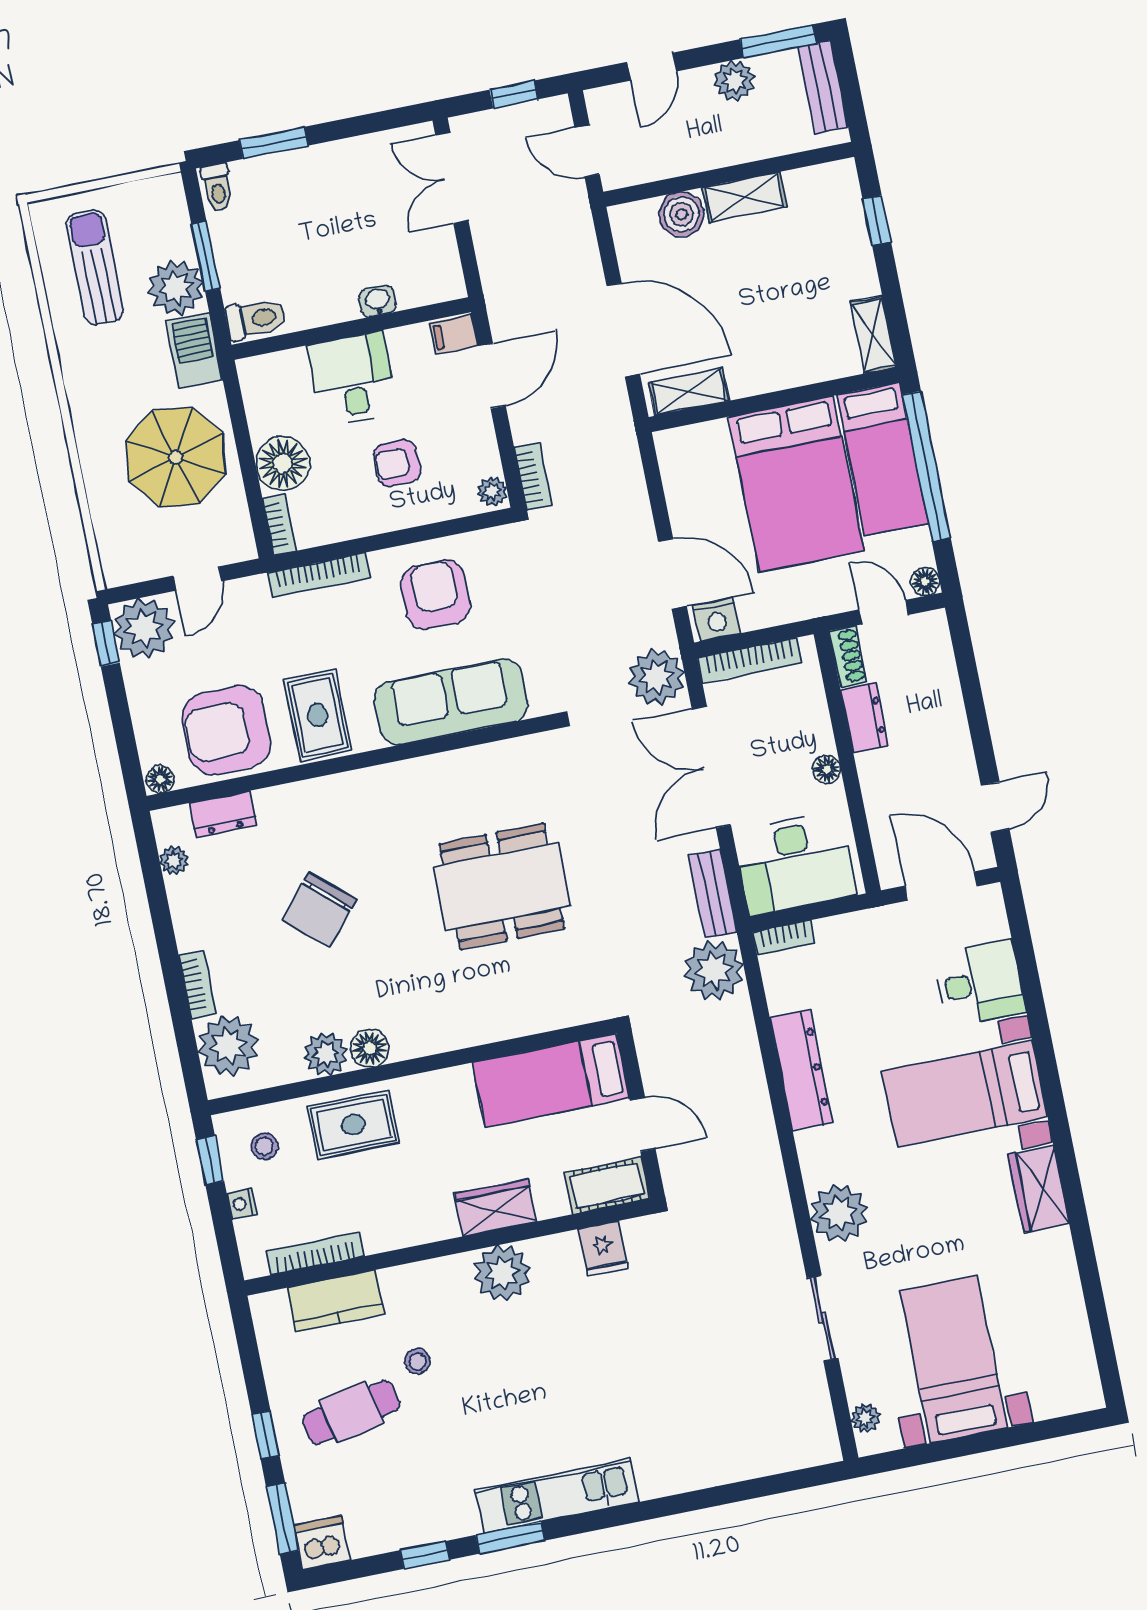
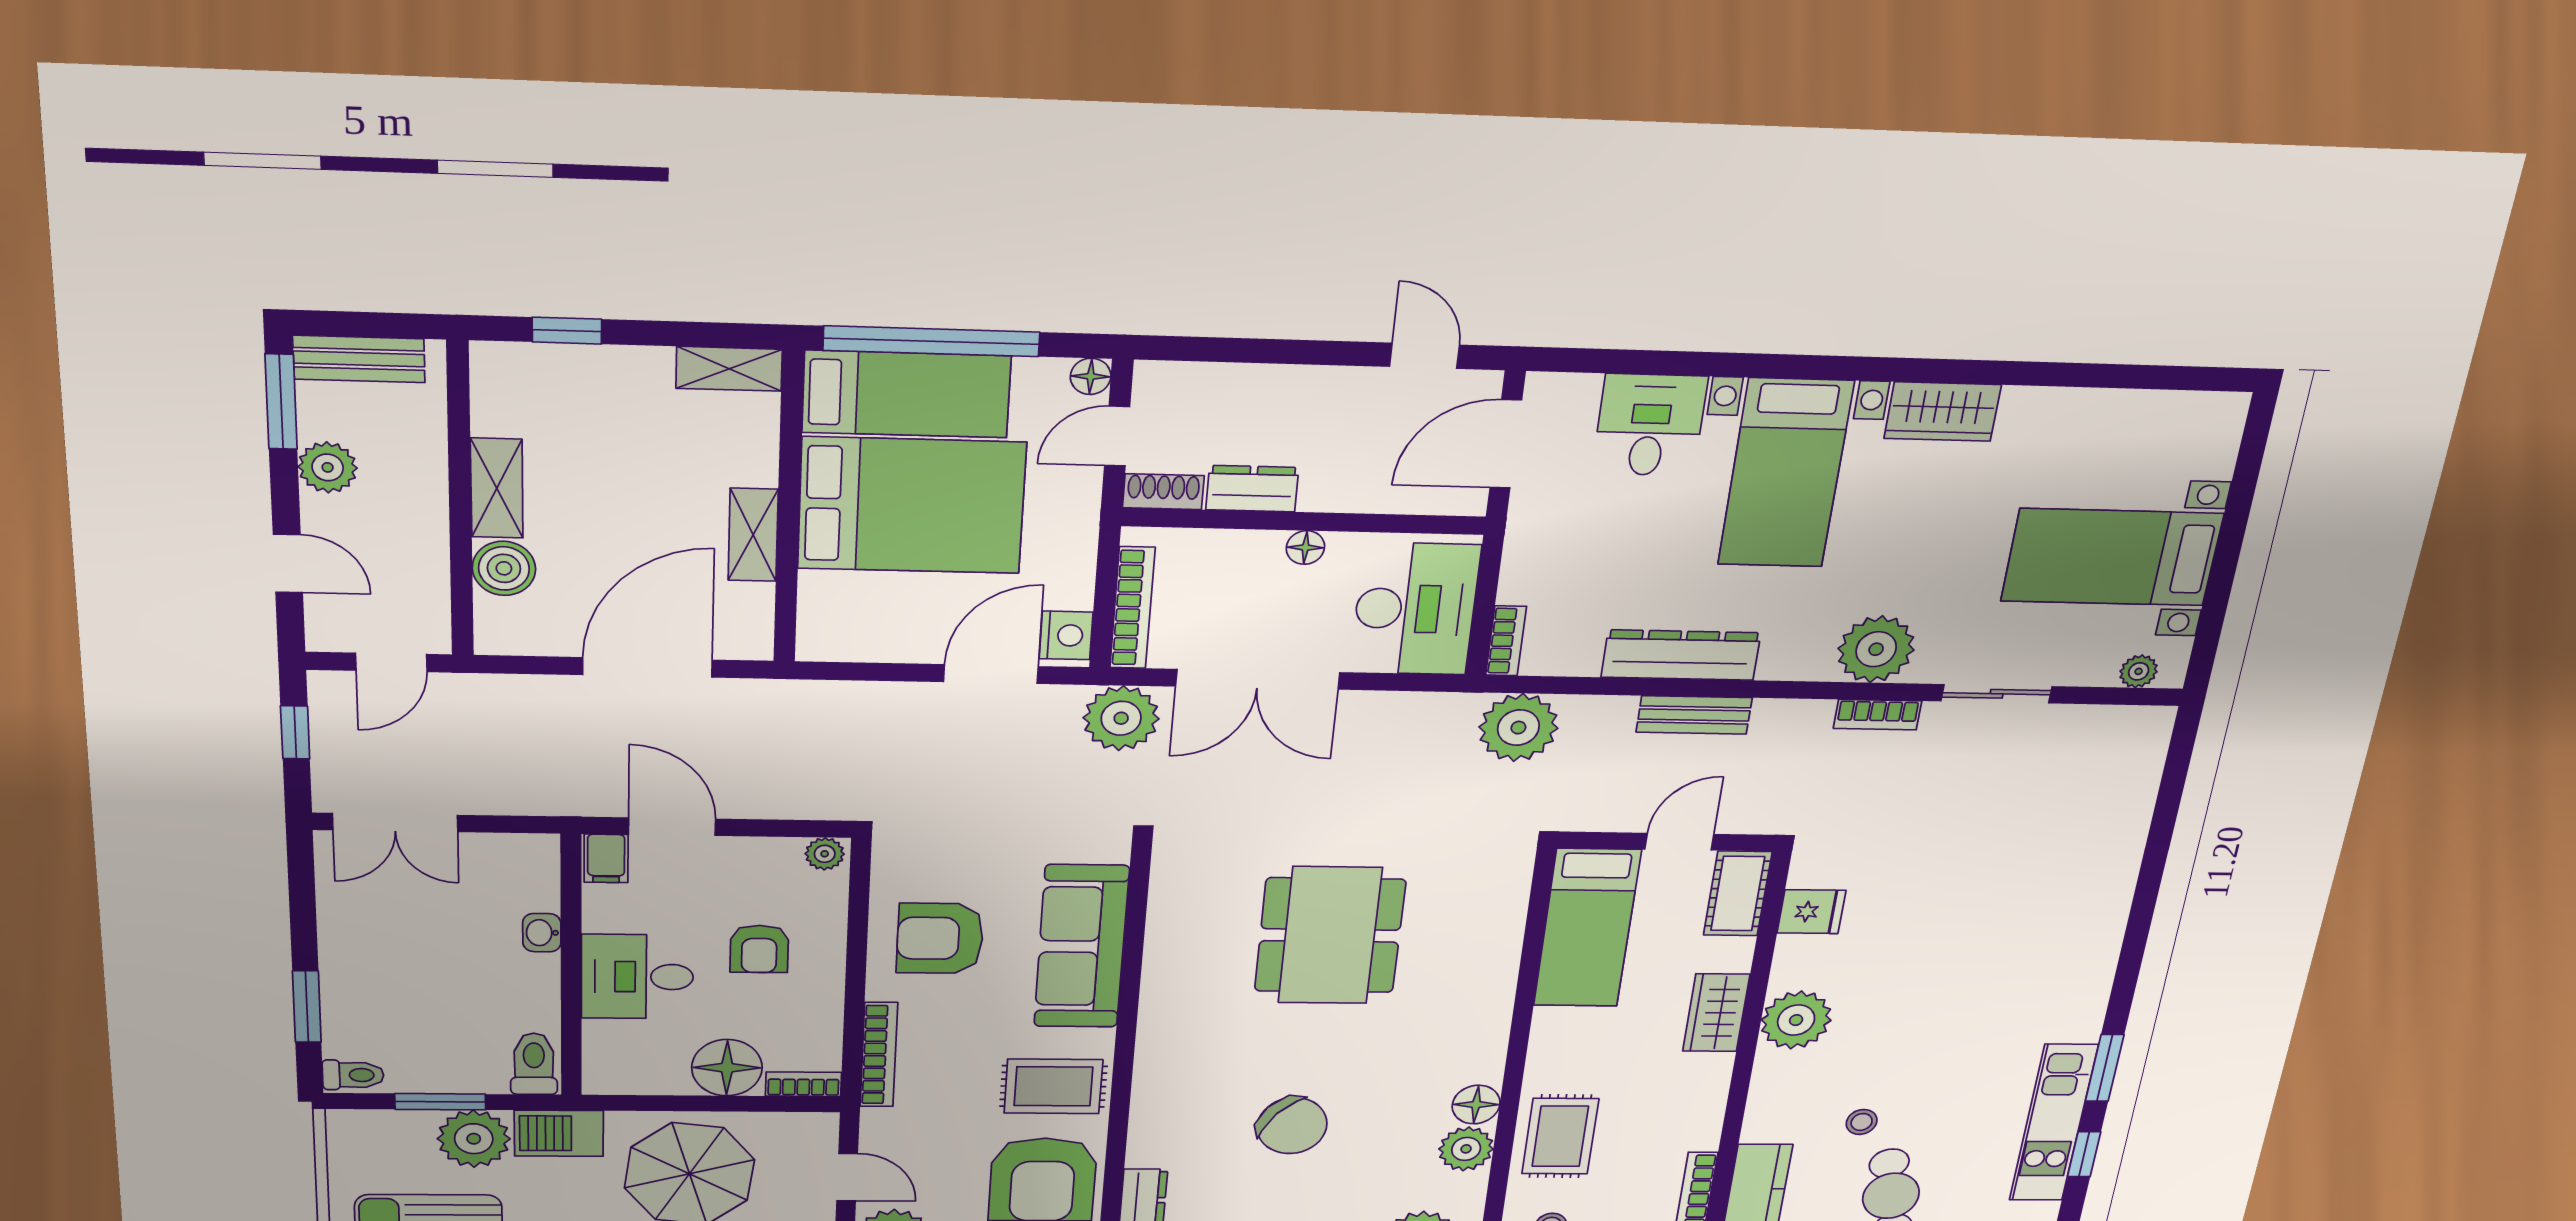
shelving: (689, 392) -> (753, 535), moved
bookcase: (533, 476) -> (1877, 715), moved, turned 180
bench: (713, 894) -> (1694, 715), moved
kitchen unit: (557, 1496) -> (2053, 1123), moved

